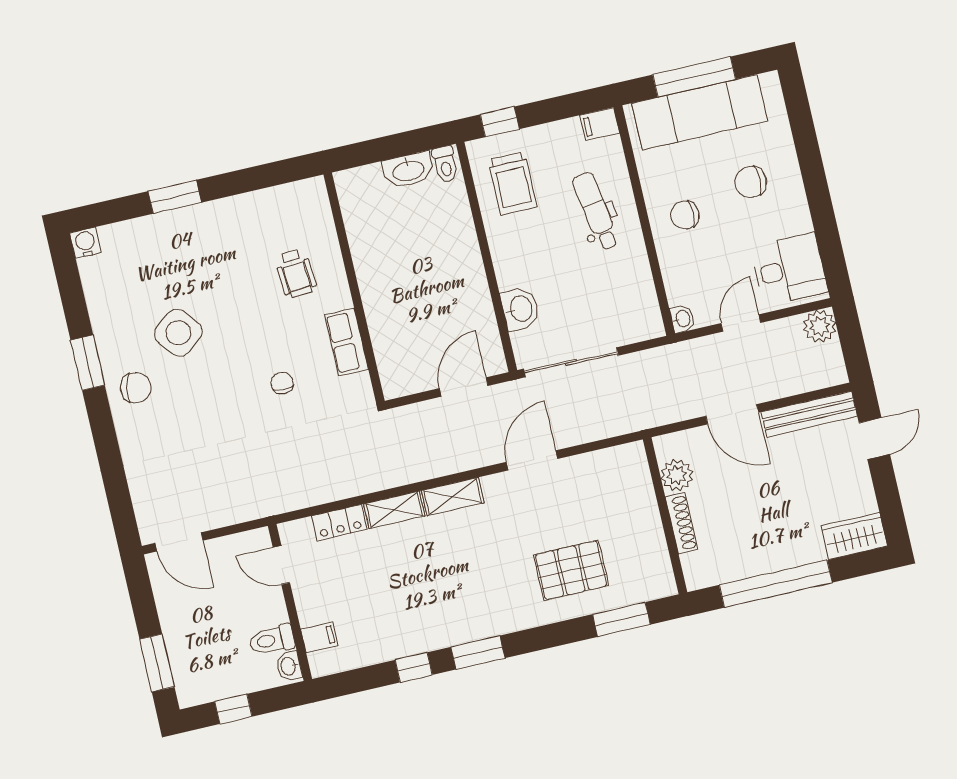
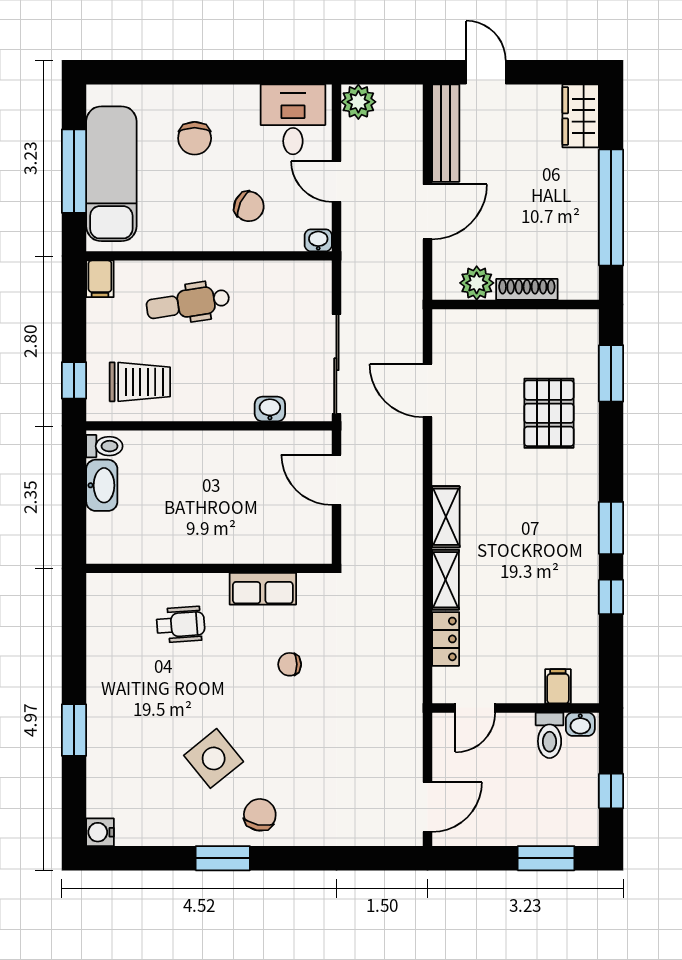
chair: (685, 215) -> (249, 206), moved, turned -65
washbasin: (520, 309) -> (270, 409), width x0.72, depth x0.69
door: (532, 460) -> (427, 391), moved

